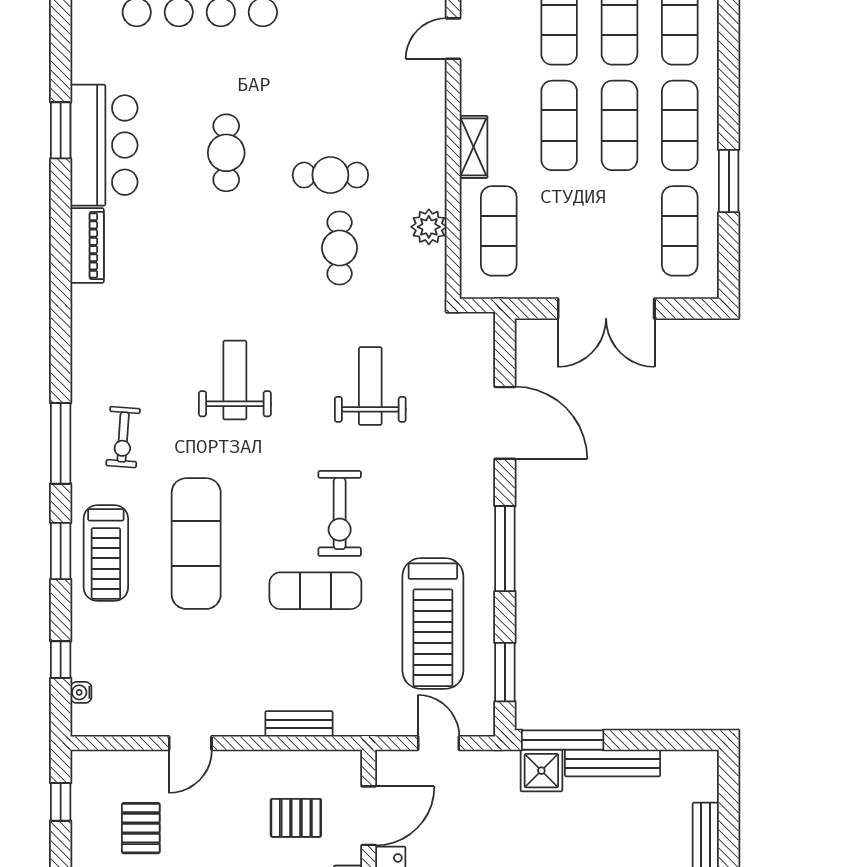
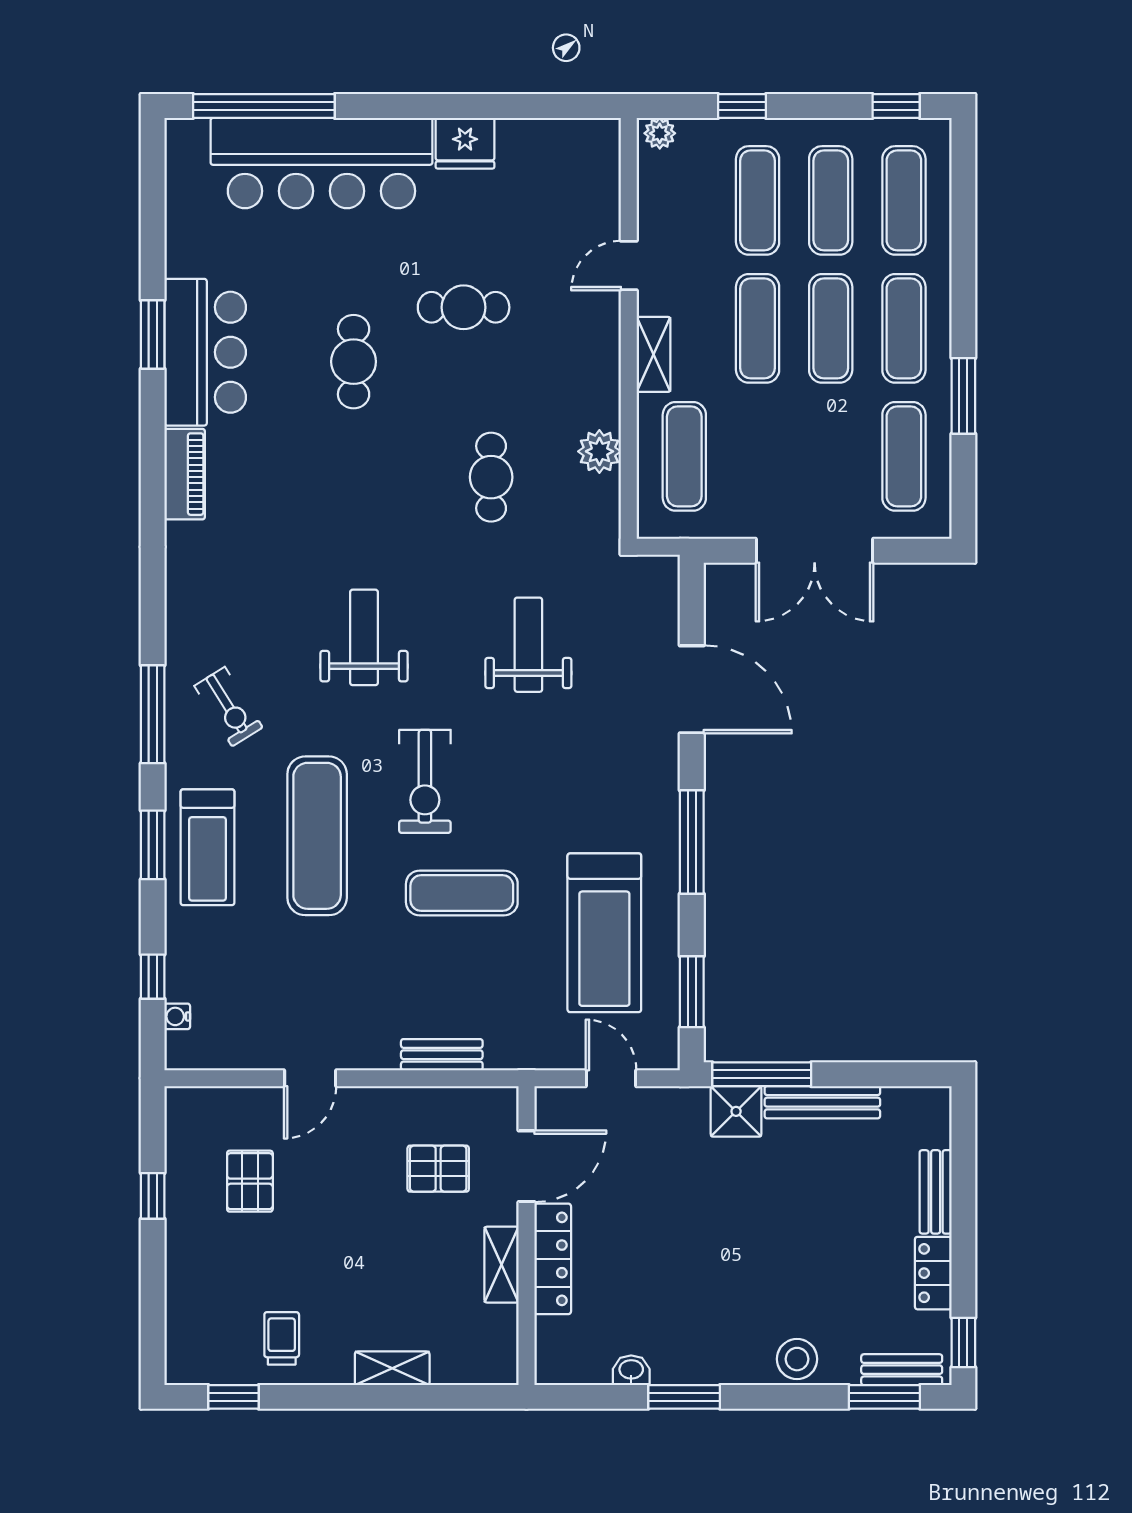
door: (453, 39) -> (629, 266), moved
cafe table: (330, 175) -> (464, 307), moved
exercise bike: (123, 437) -> (228, 707), turned -36
exercise bike: (340, 513) -> (425, 781), moved
window: (61, 802) -> (153, 1196), moved

